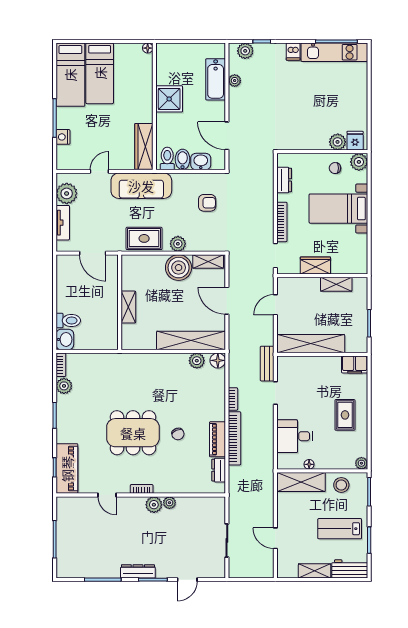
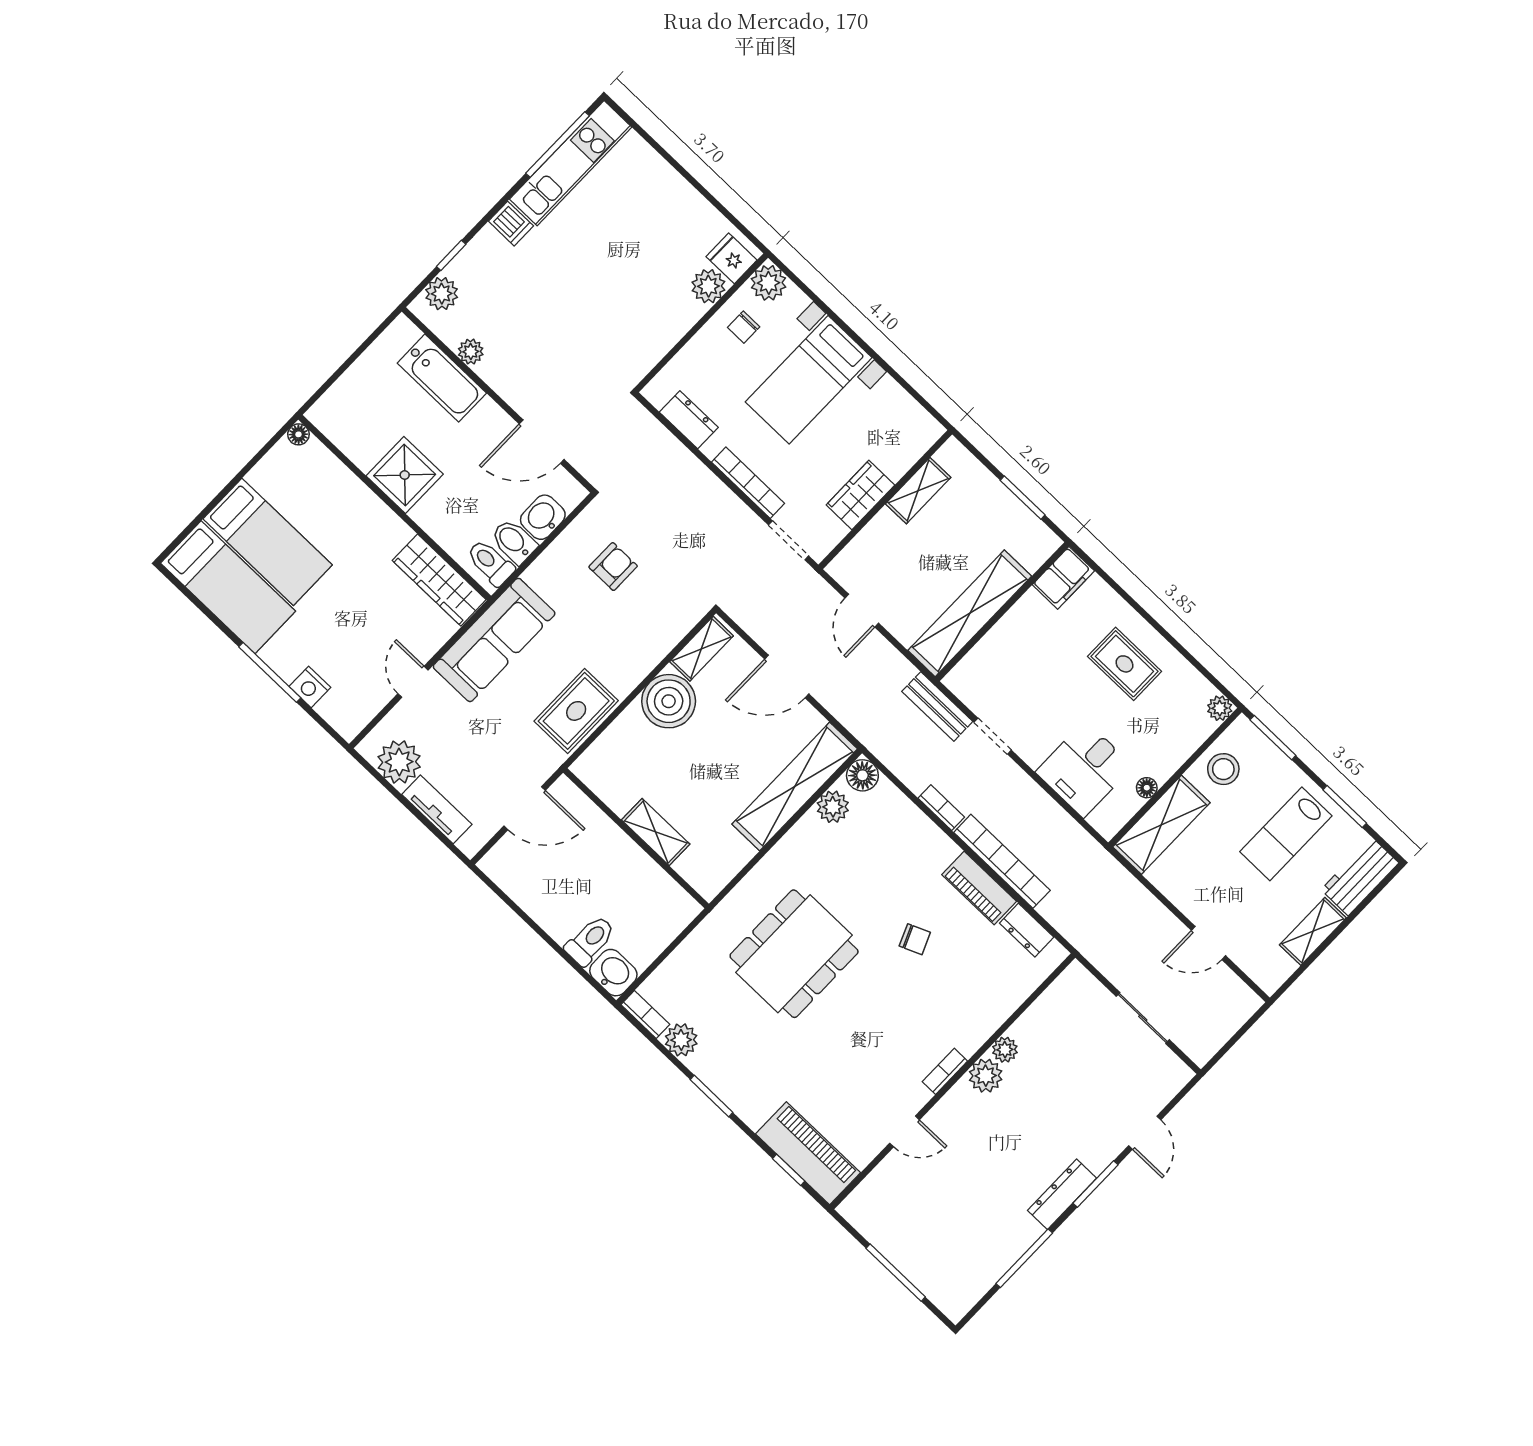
plant: (178, 244) -> (632, 668), removed
dining table: (133, 433) -> (794, 954), moved

